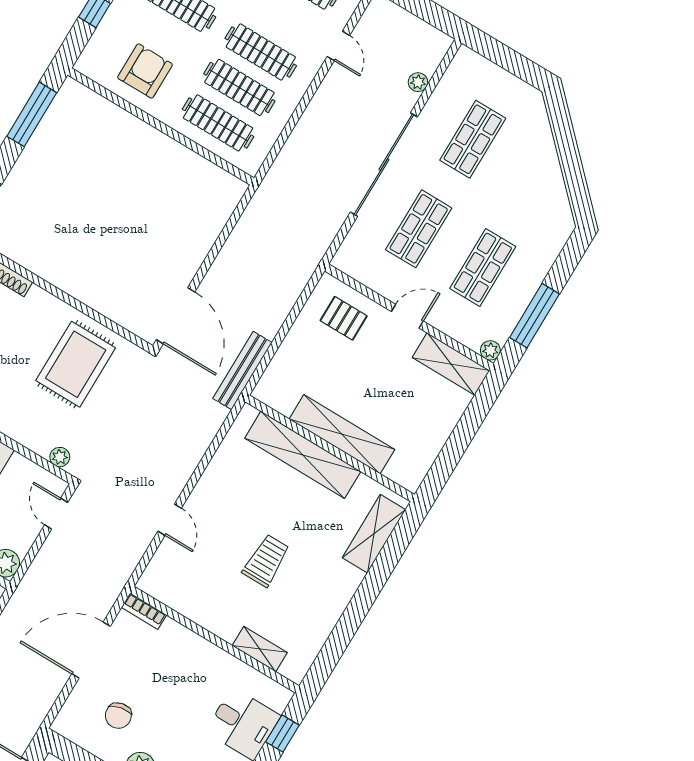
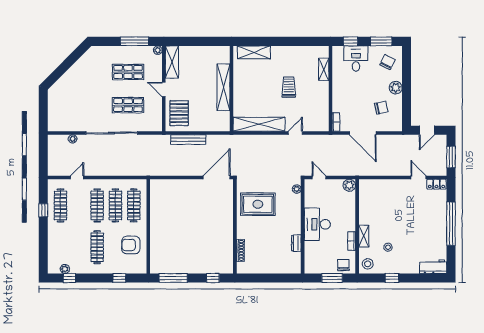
shop shelf: (473, 139) -> (82, 105), removed
pallet: (344, 318) -> (179, 113), width x1.50, depth x1.42
bench: (242, 371) -> (188, 140), moved
shelving: (303, 455) -> (259, 124), moved, turned 90
door: (56, 514) -> (319, 177), swing flipped
trolley: (266, 561) -> (289, 87), turned 90

